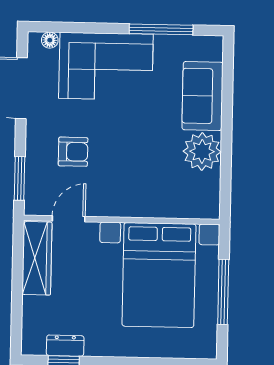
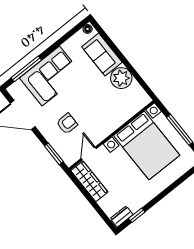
window: (161, 29) -> (26, 69), moved
floor lamp: (50, 40) -> (88, 29), moved
dresser: (65, 346) -> (122, 217), moved

